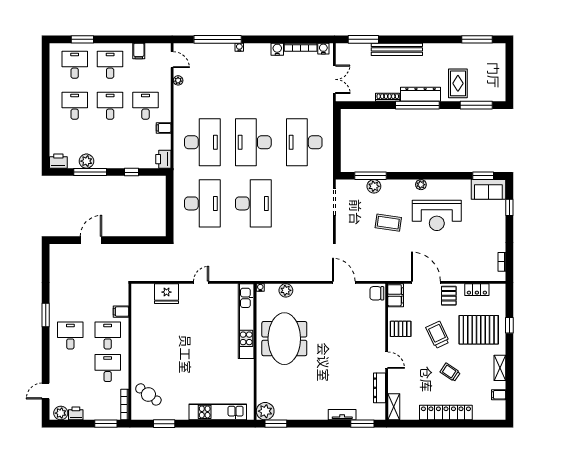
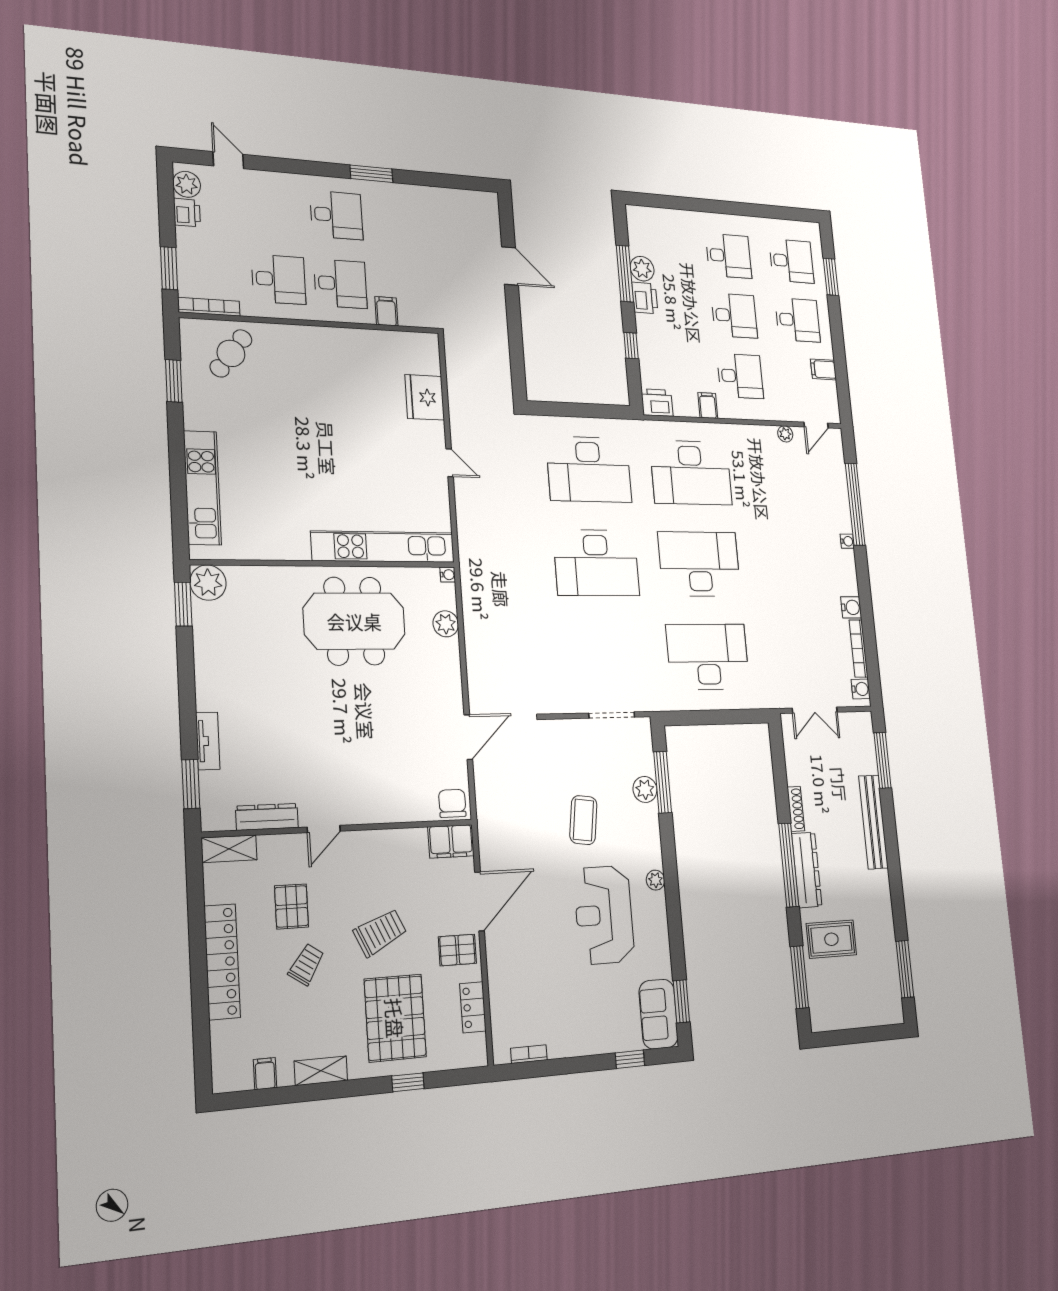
printer: (58, 161) -> (645, 298), moved
pallet: (401, 329) -> (292, 906), moved

